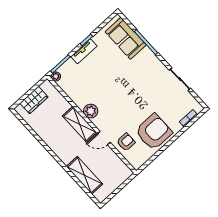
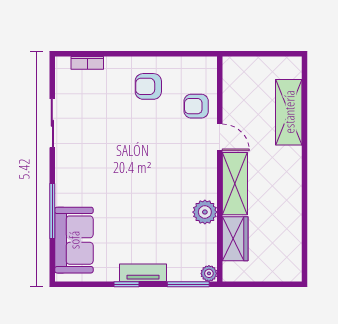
wardrobe: (34, 100) -> (235, 239), moved, turned 90
plant: (91, 111) -> (205, 212), moved
armchair: (154, 132) -> (148, 86), width x0.53, depth x0.53

